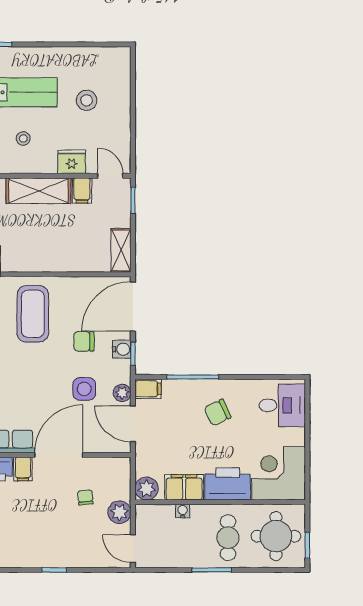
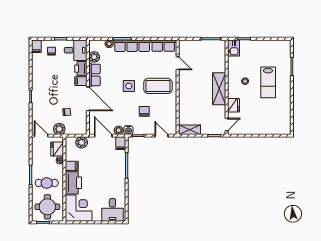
stool: (87, 100) -> (264, 113), removed
filing cabinet: (82, 191) -> (219, 110), removed
door: (133, 307) -> (162, 136), width x0.53
water cooler: (122, 349) -> (128, 130), moved
side table: (84, 389) -> (129, 86), moved
chair: (217, 413) -> (109, 178), removed
door: (133, 424) -> (103, 136), hinge flipped
filing cabinet: (184, 487) -> (72, 166), width x0.50
plant: (147, 489) -> (82, 142), moved
fridge: (160, 517) -> (57, 149), added
door: (133, 549) -> (41, 136), hinge flipped

